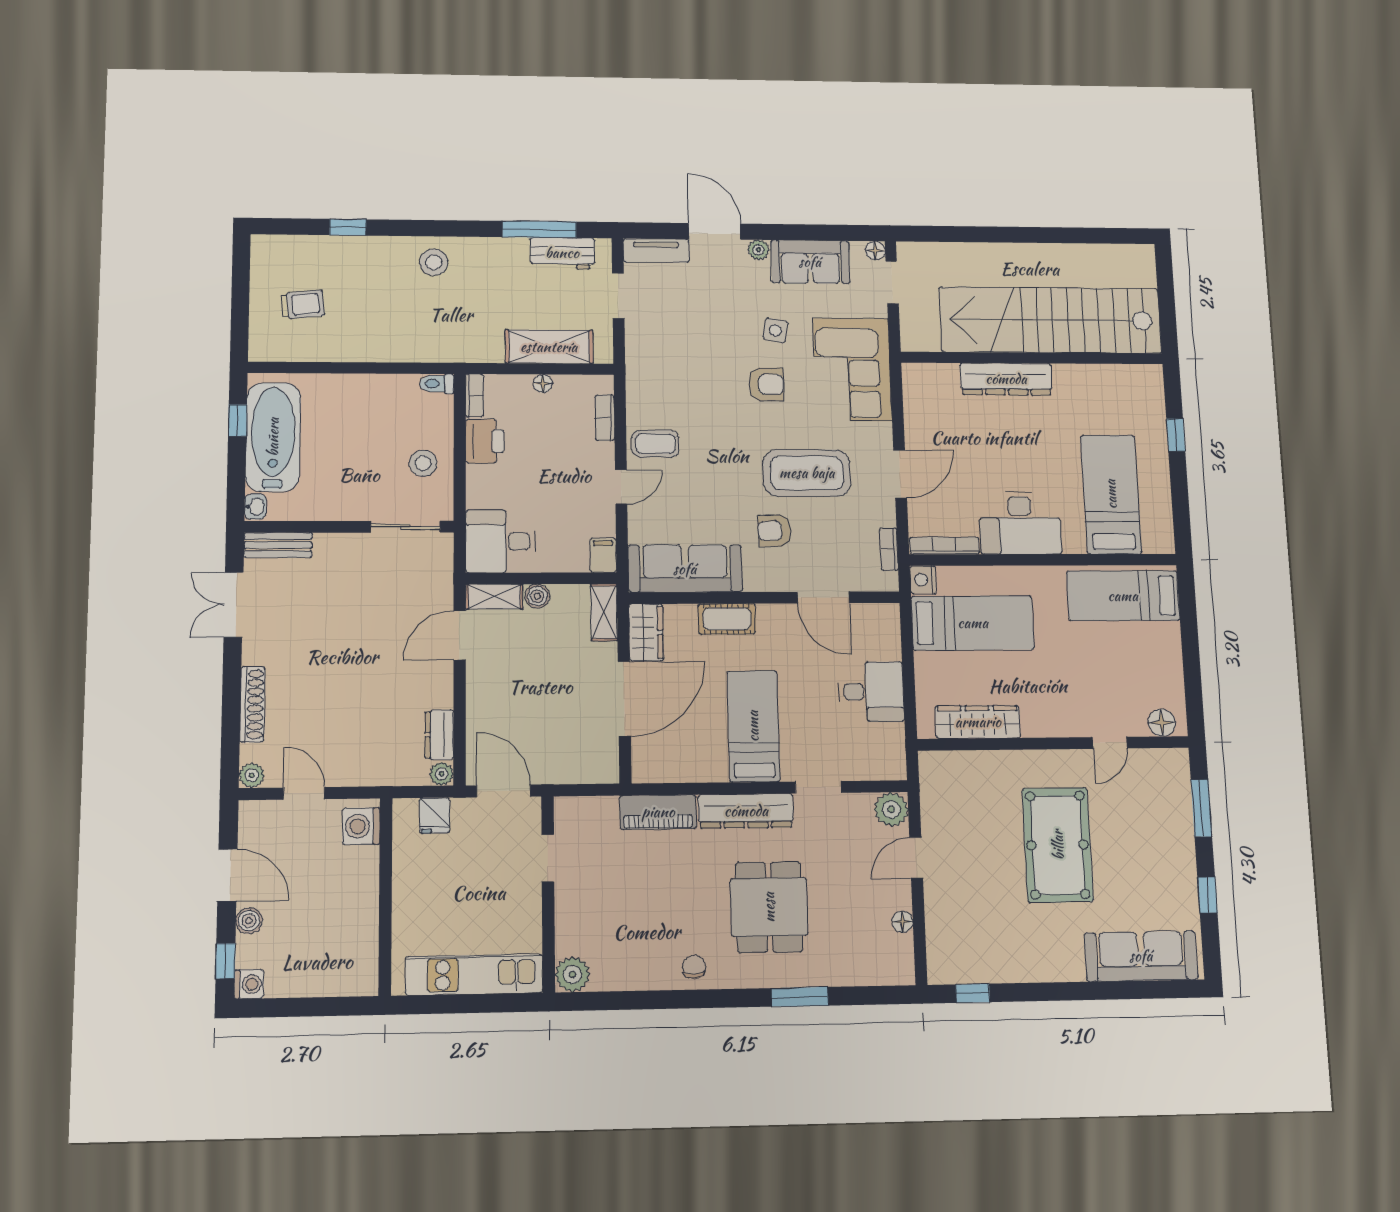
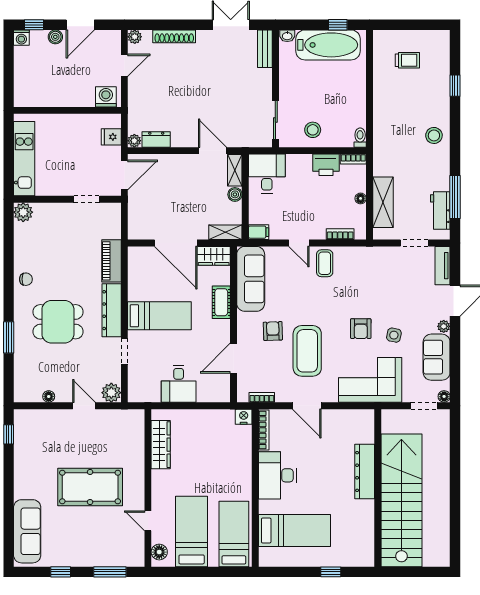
trolley: (303, 305) -> (407, 60), turned -84
bed: (973, 623) -> (192, 532), moved, turned 180

